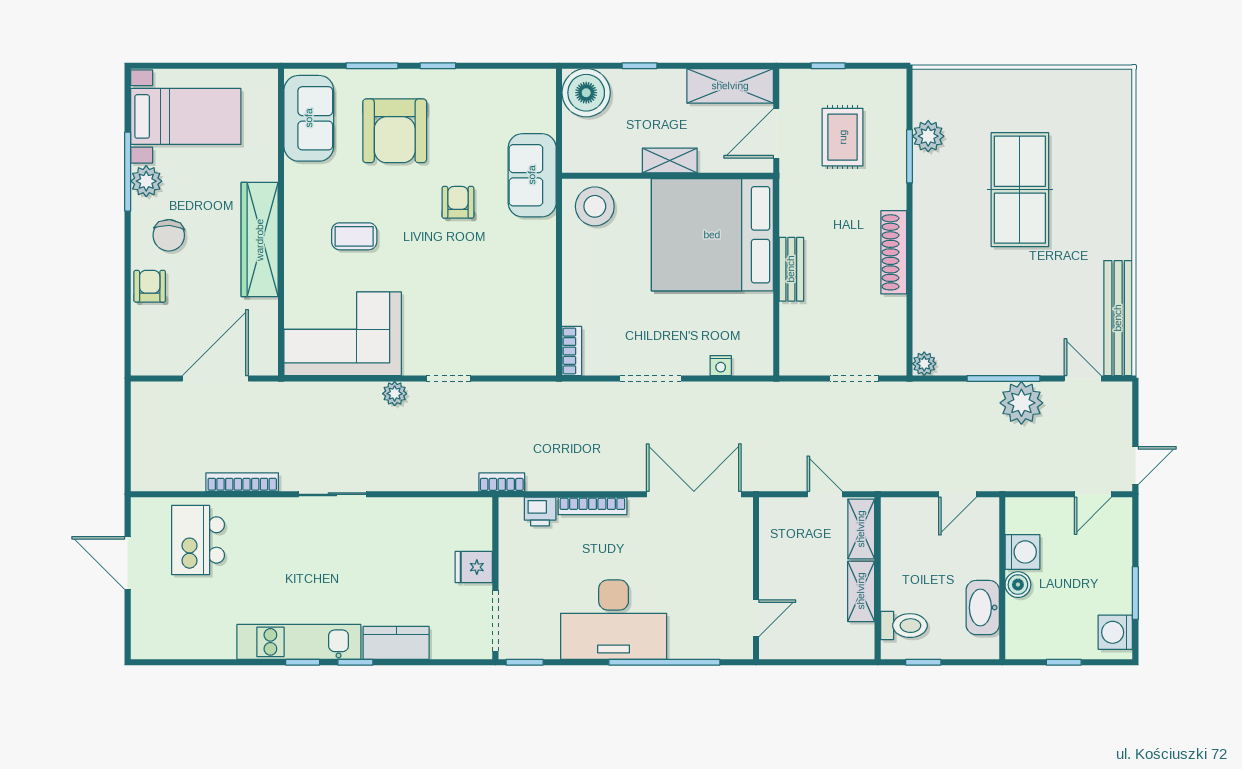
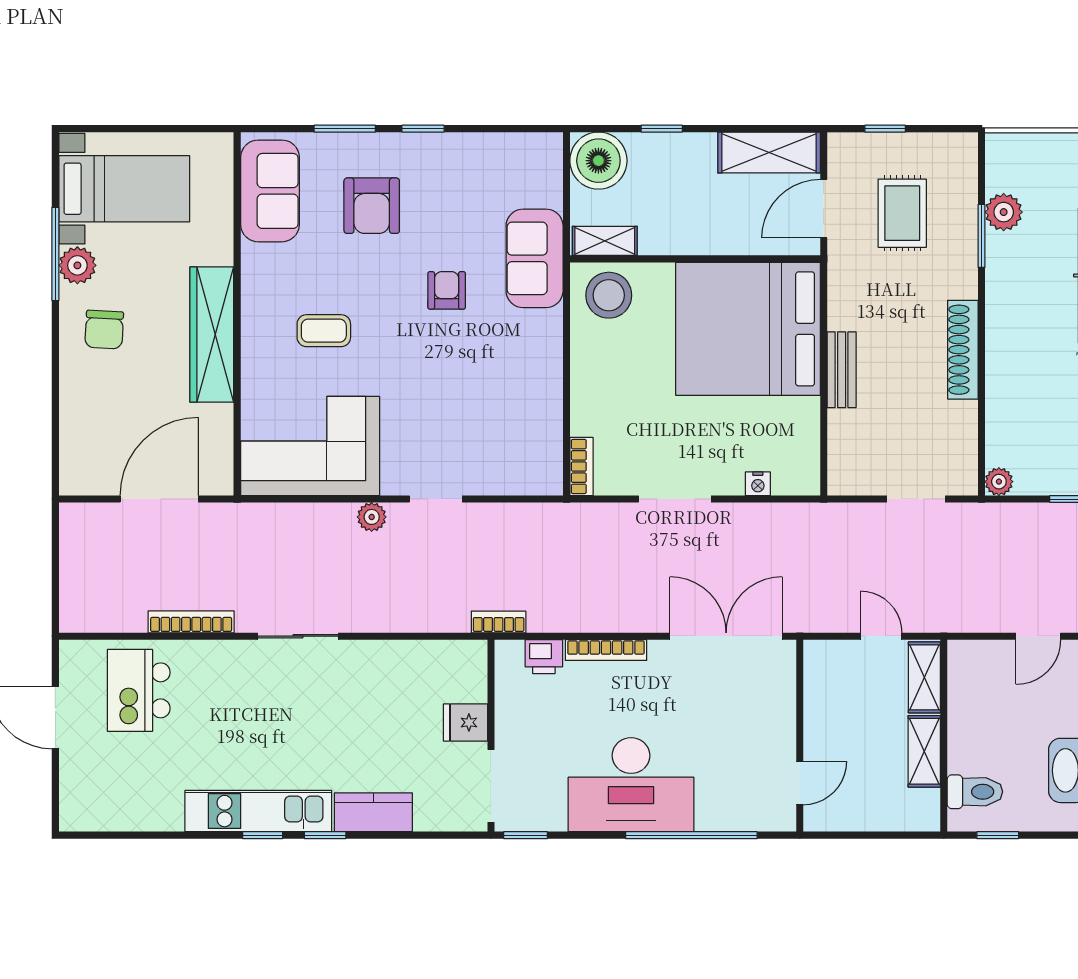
armchair: (395, 131) -> (372, 206), width x0.73, depth x0.73
shelving: (670, 160) -> (605, 241), moved
armchair: (150, 286) -> (82, 390), removed

